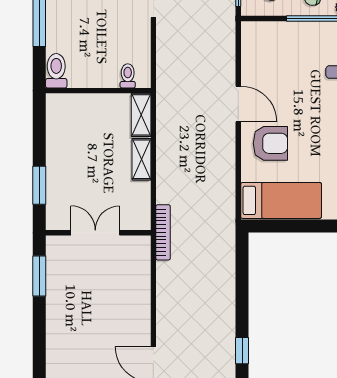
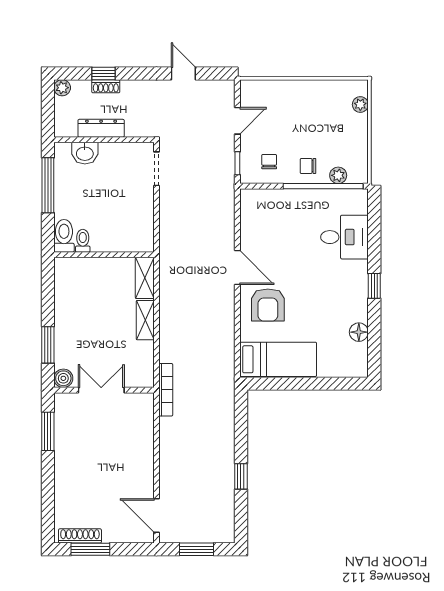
toilet: (128, 76) -> (83, 241), moved
armchair: (270, 143) -> (268, 305), turned 90
boiler: (56, 220) -> (63, 378), added
window: (242, 351) -> (241, 476), moved

